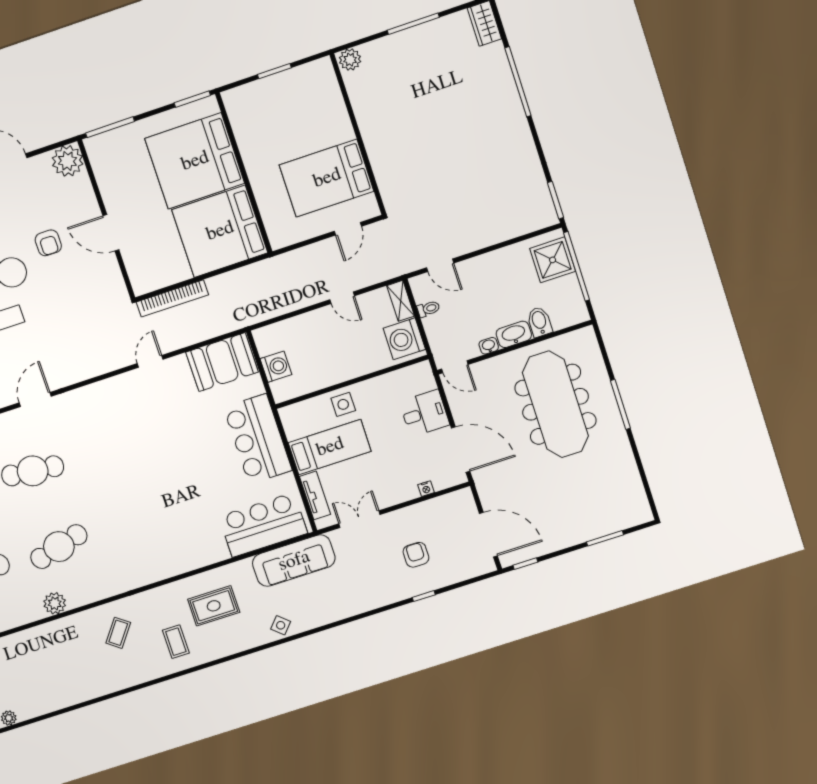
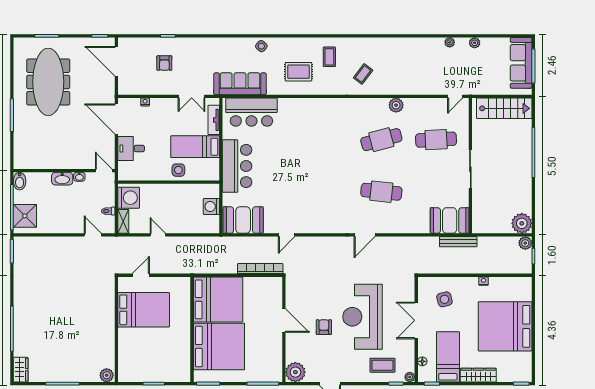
bidet: (539, 322) -> (20, 181), moved
meeting table: (555, 404) -> (48, 82), moved

